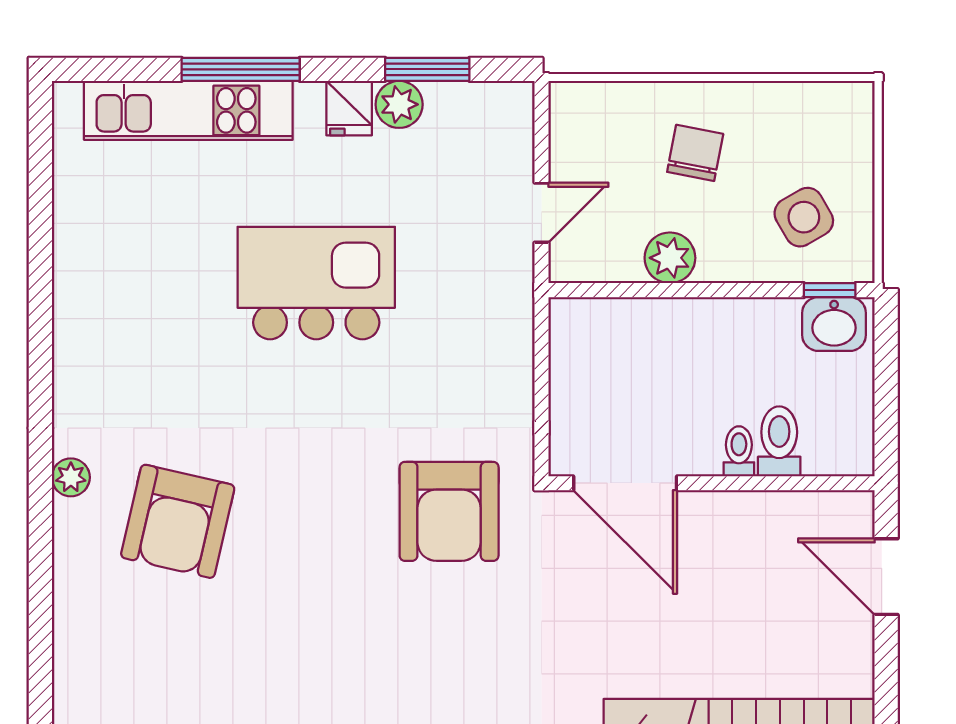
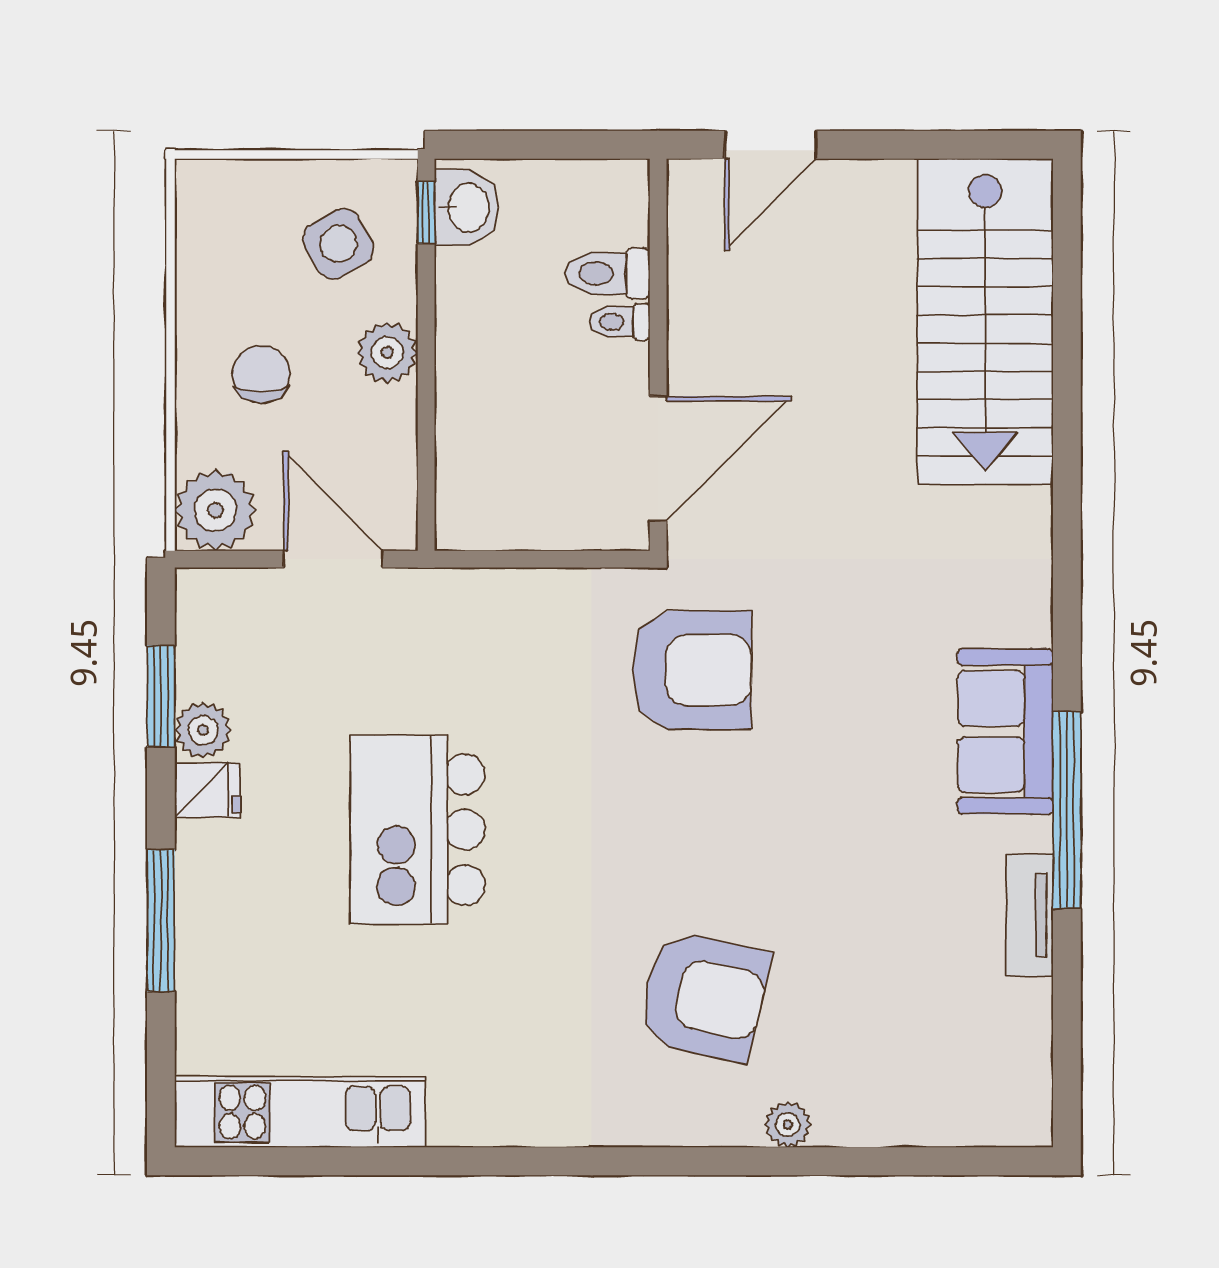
kitchen unit: (188, 110) -> (300, 1112), moved, turned -90
plant: (582, 115) -> (215, 510), added
chair: (695, 153) -> (261, 374), turned 79
door: (541, 213) -> (333, 559), width x1.38
plant: (670, 258) -> (387, 353), moved
plant: (71, 477) -> (788, 1125), moved

